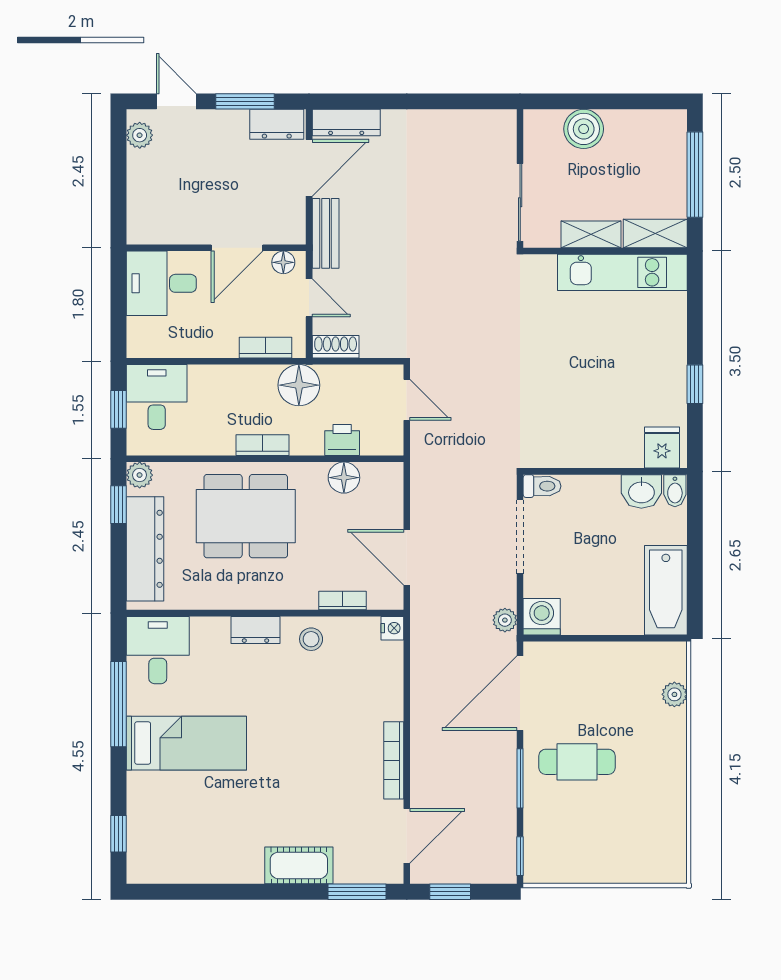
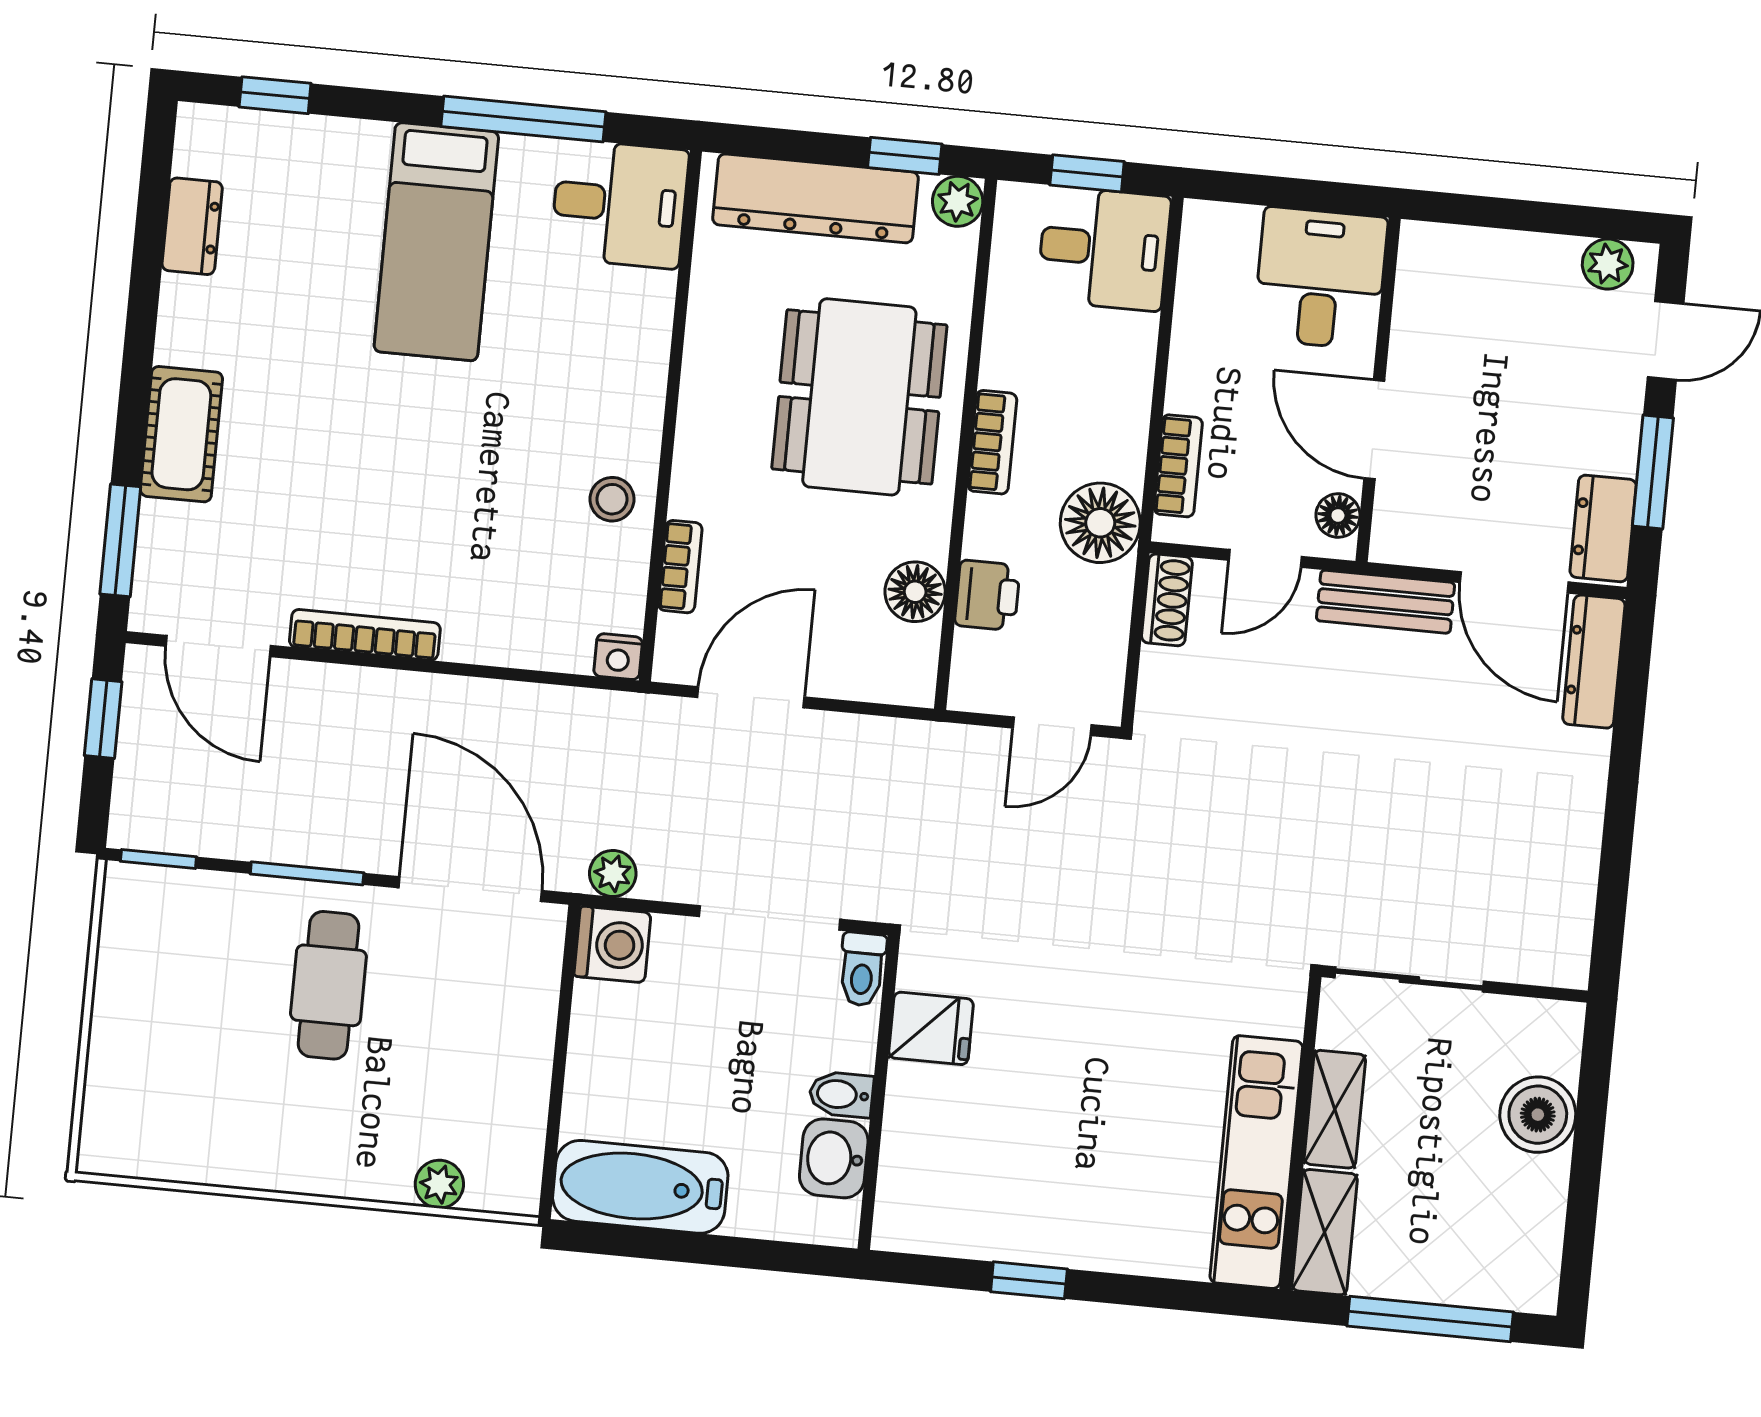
fridge: (662, 448) -> (931, 1028), moved
bidet: (675, 491) -> (841, 1094), moved
dresser: (255, 630) -> (192, 226), moved, turned 180

